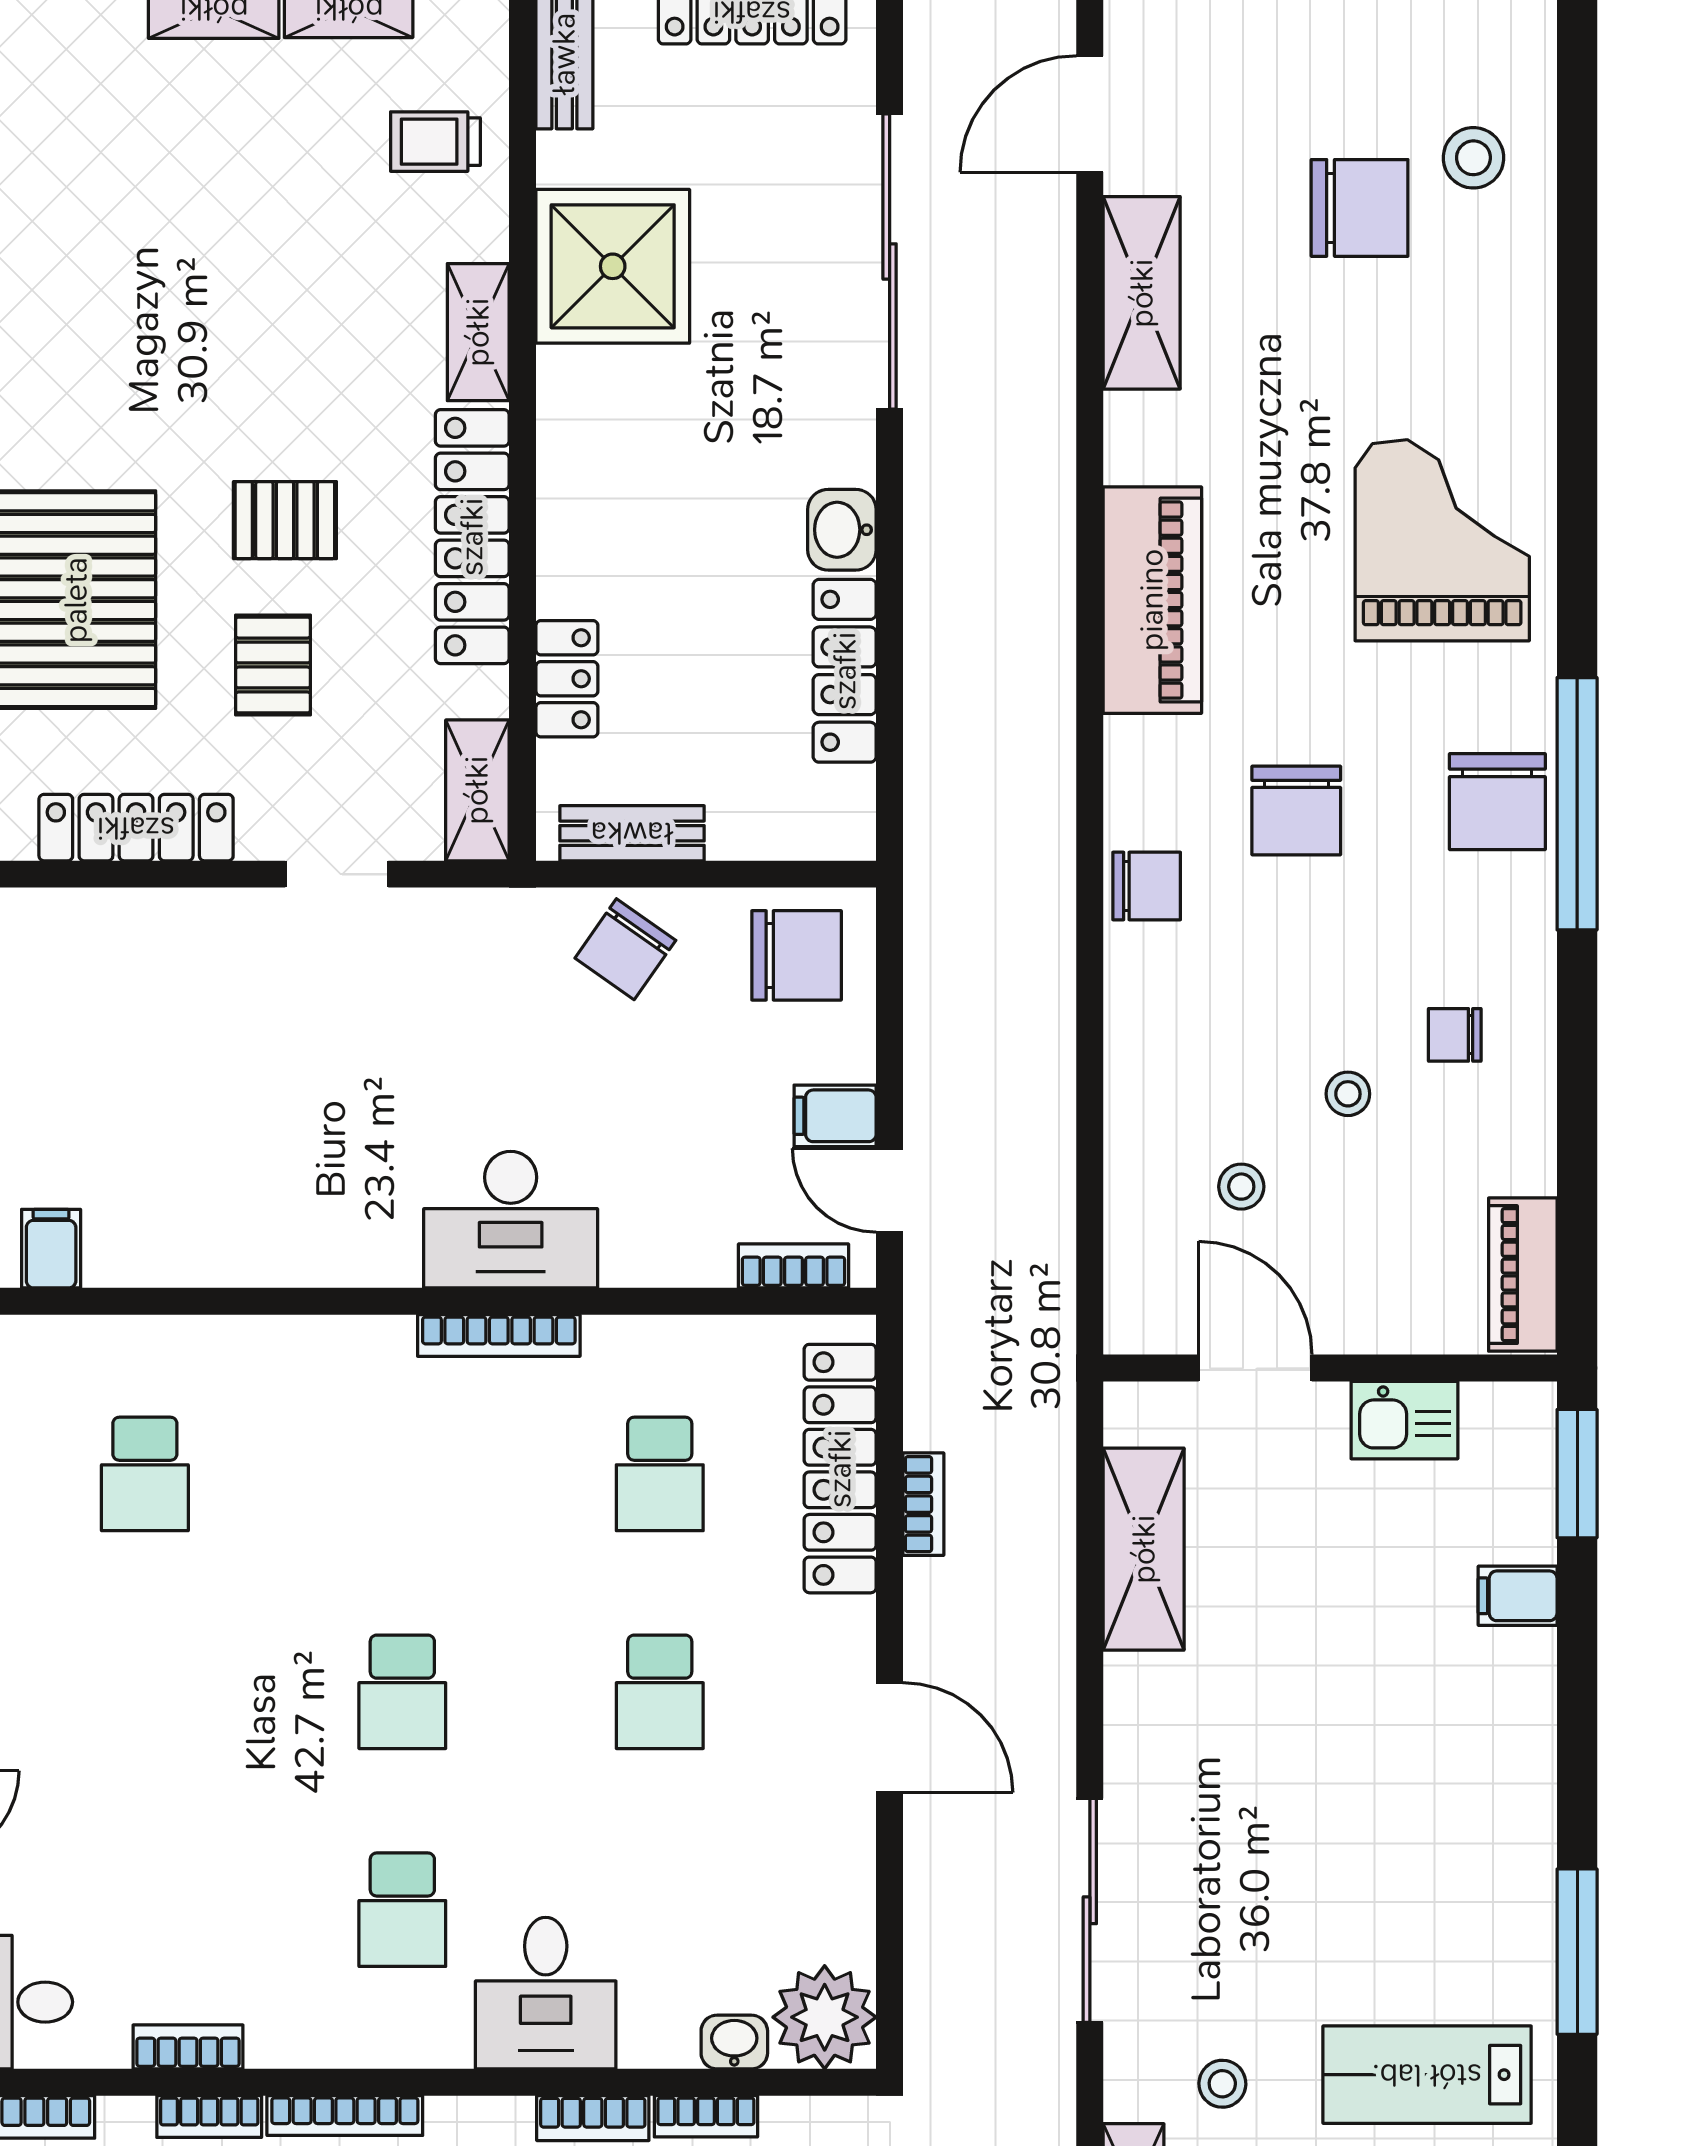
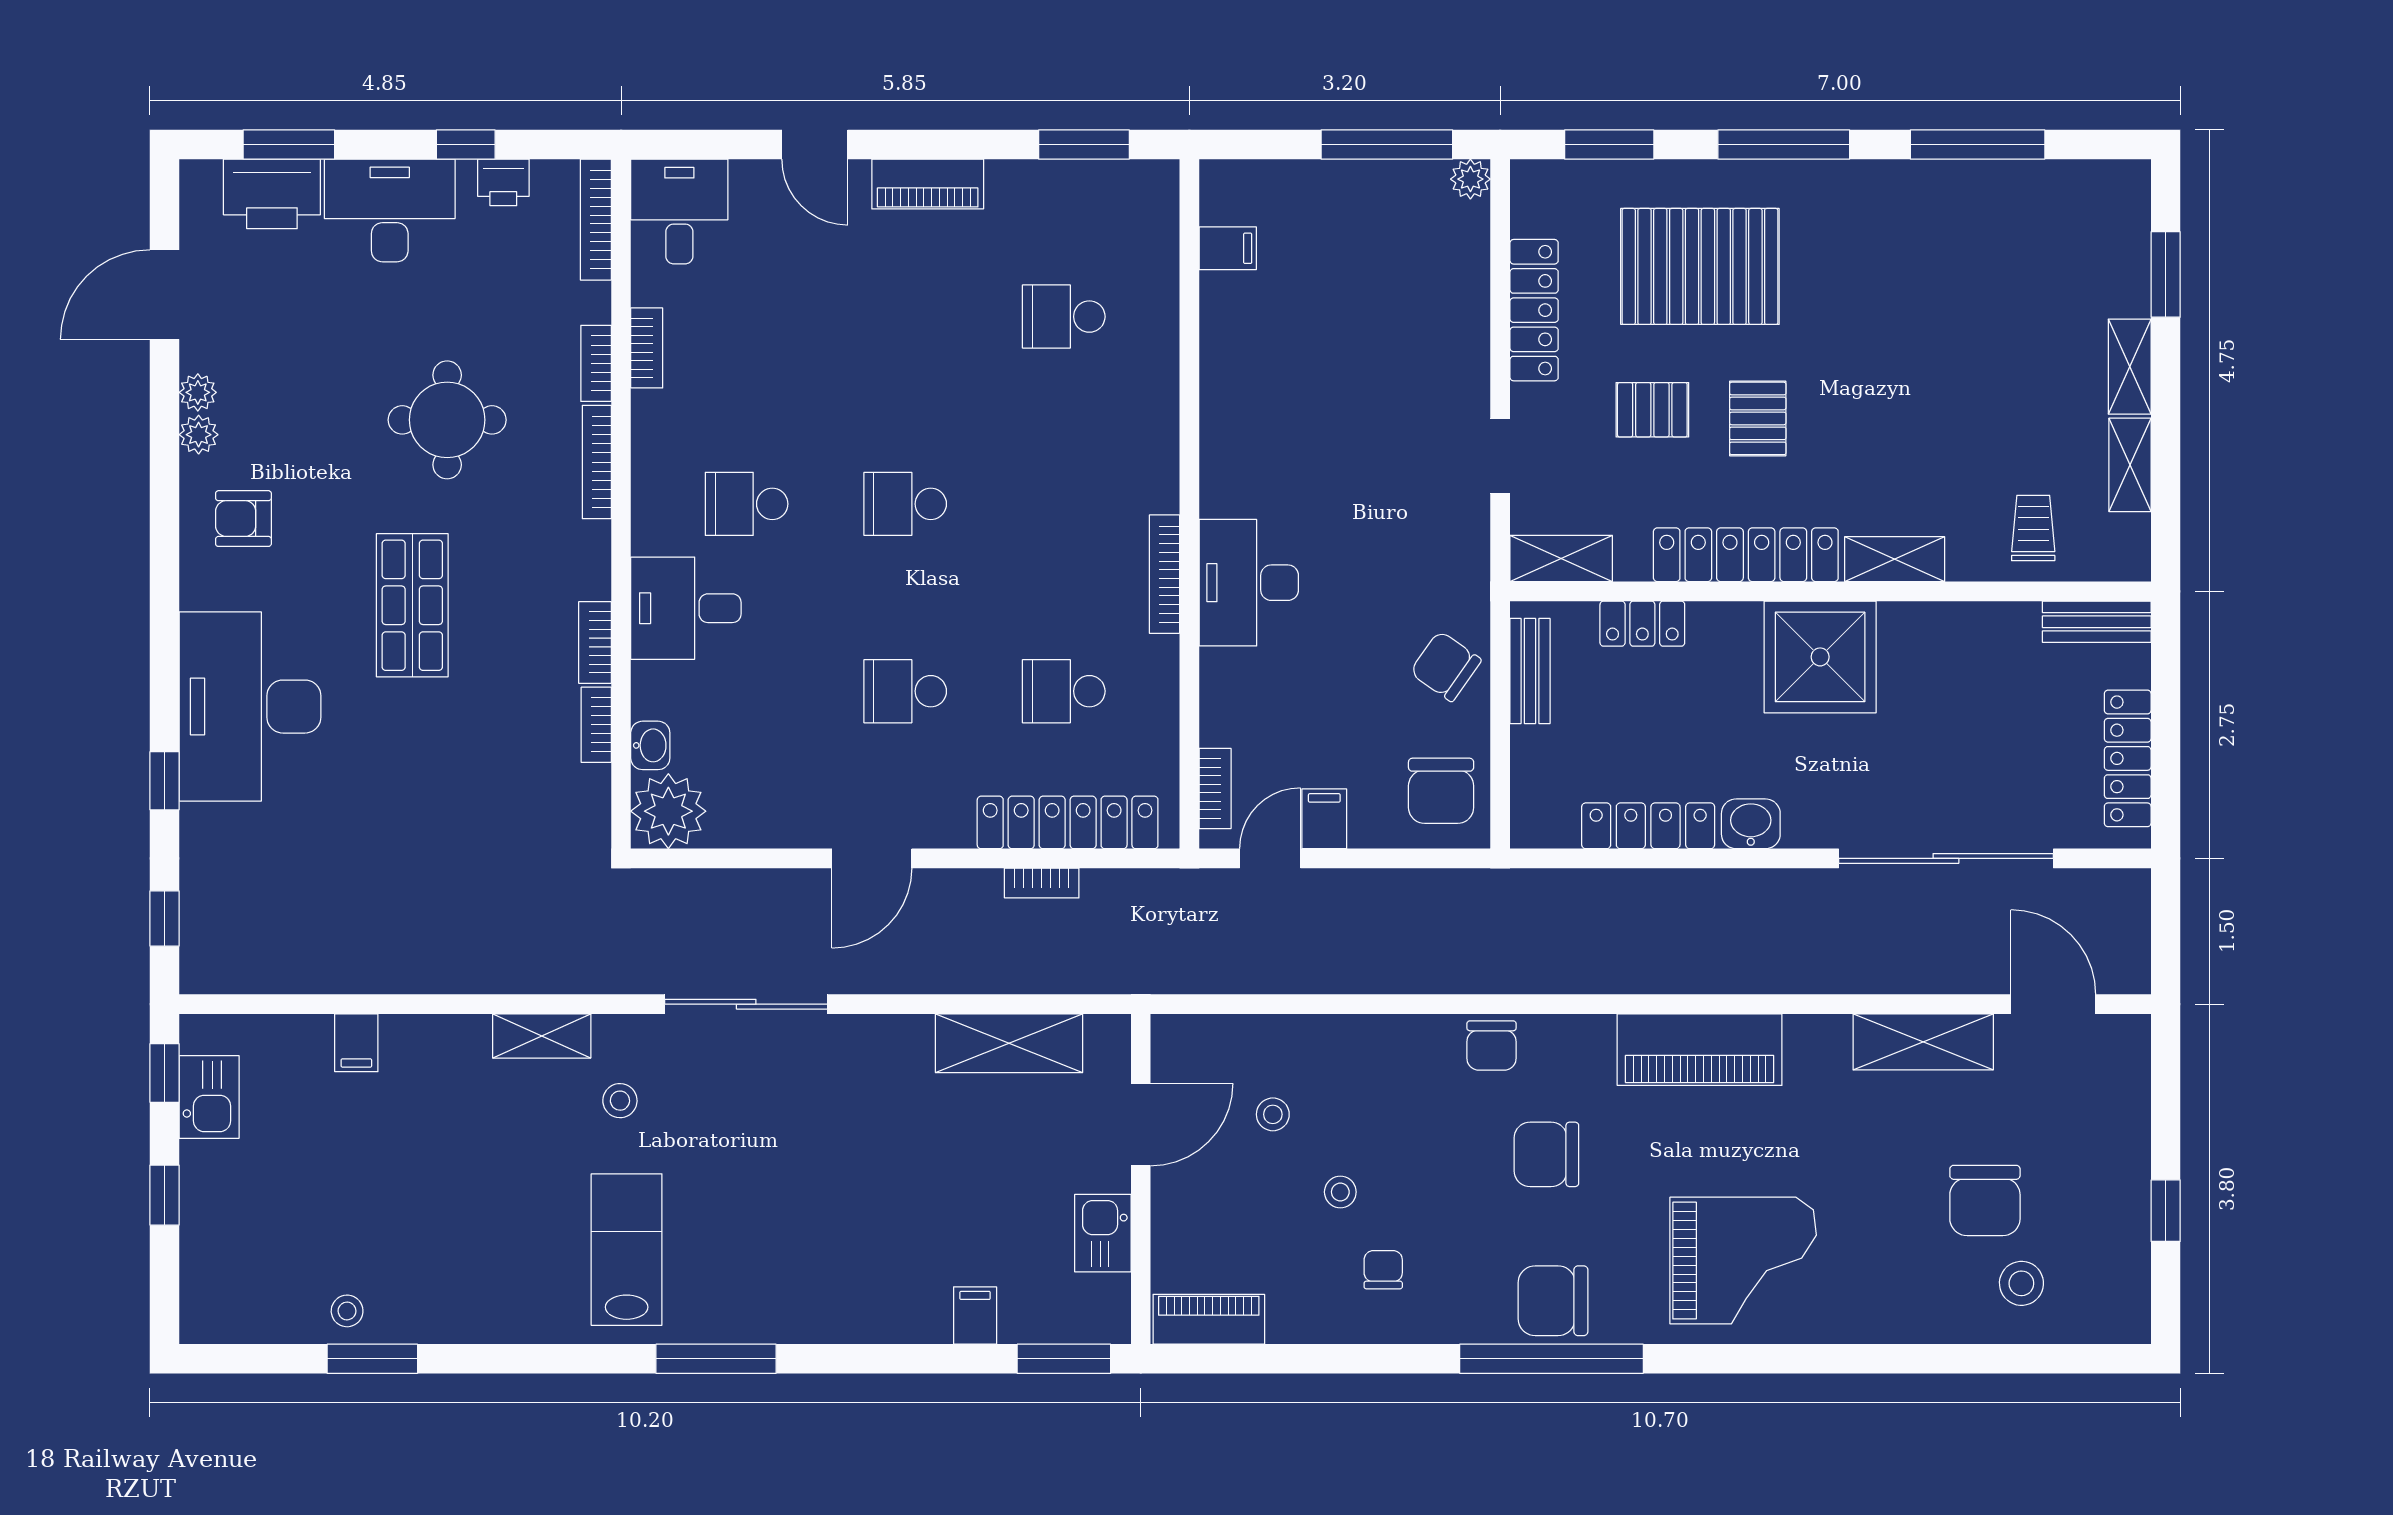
shower: (613, 266) -> (1820, 657), moved

